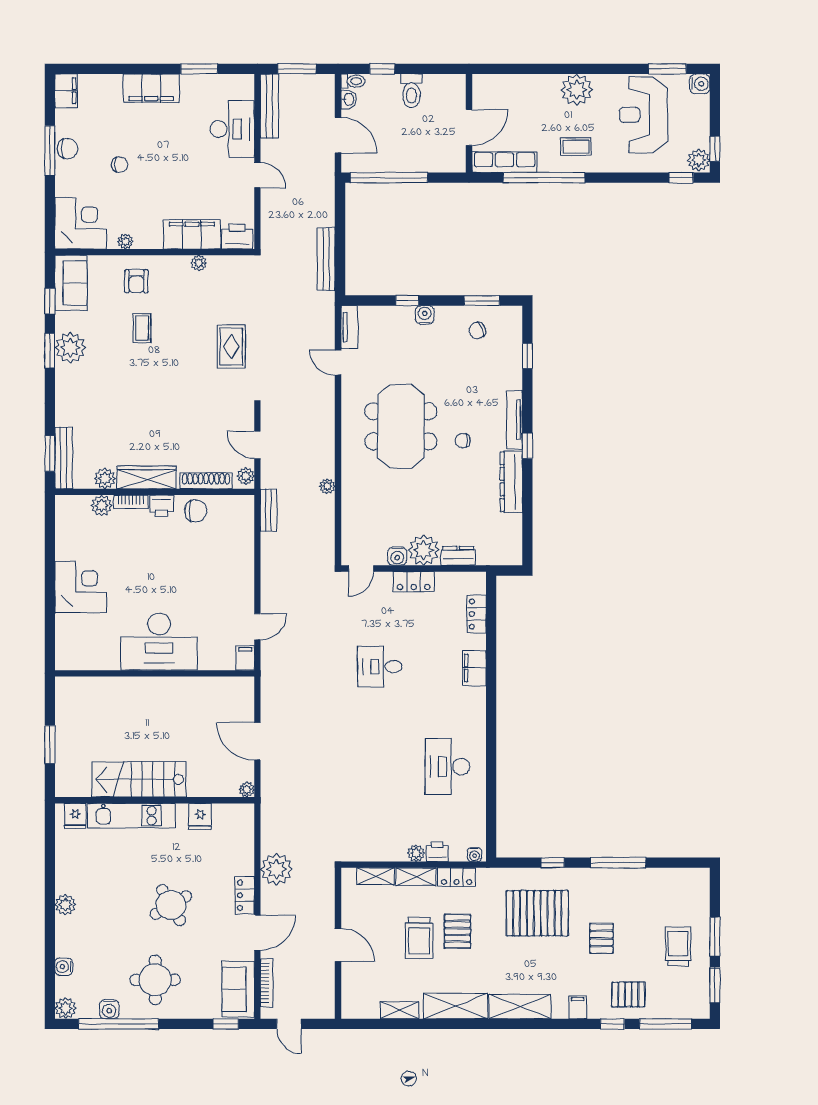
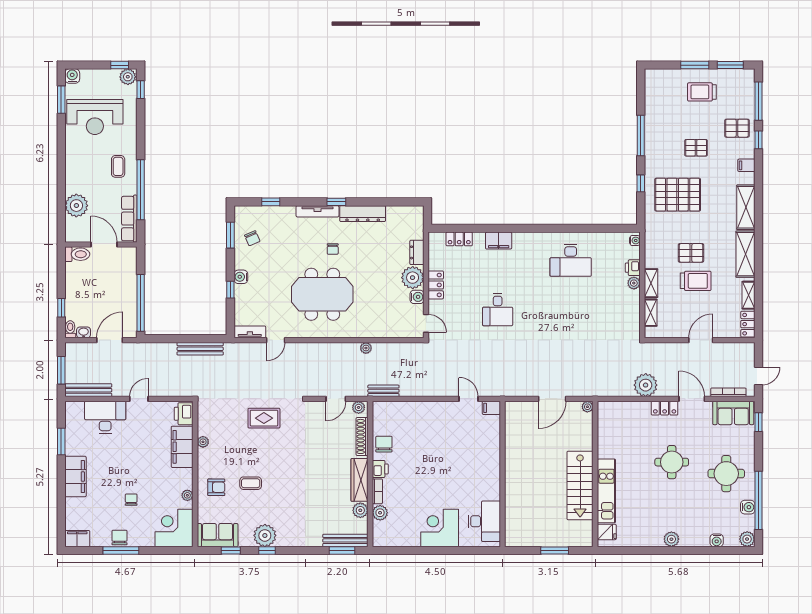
plant: (577, 90) -> (76, 206), moved
toilet: (412, 91) -> (77, 254), moved
window: (50, 351) -> (267, 550), width x0.67
desk: (159, 642) -> (484, 521), moved, width x0.73, depth x0.77
fridge: (200, 816) -> (607, 441), removed
locker: (457, 877) -> (748, 324), moved, turned 180
round table: (171, 905) -> (672, 462), turned 30
pallet: (537, 913) -> (678, 195), turned 90
pallet: (628, 994) -> (737, 128), turned 90

